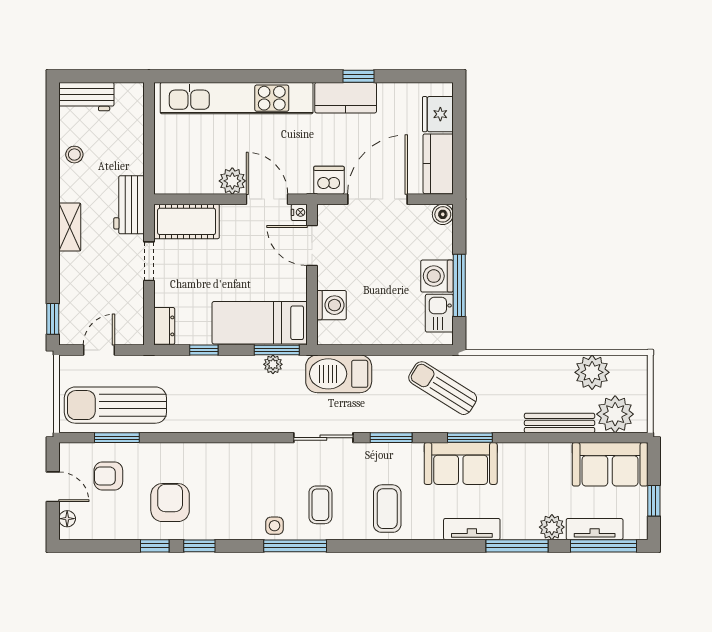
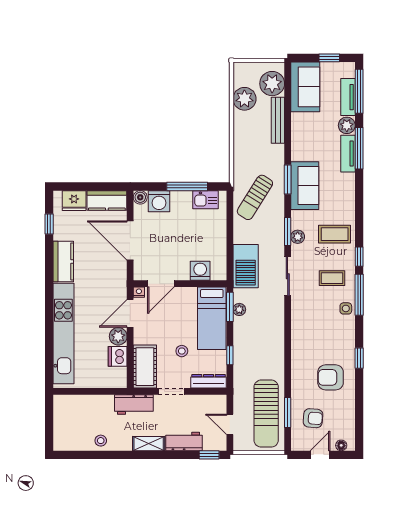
window: (358, 76) -> (49, 224), moved
workbench: (86, 97) -> (184, 441), moved, turned -90
dishwasher: (329, 180) -> (118, 356), moved
washing machine: (437, 276) -> (159, 201), moved
stool: (210, 277) -> (182, 351), added
dresser: (164, 326) -> (209, 381), width x1.44
plant: (383, 453) -> (298, 237), added
armchair: (108, 476) -> (313, 418), turned -85
tv unit: (472, 529) -> (348, 154), moved
window: (155, 546) -> (359, 257), moved

